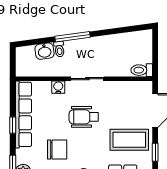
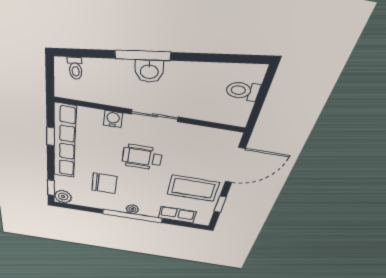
toilet: (59, 49) -> (75, 68), moved
washbasin: (45, 51) -> (149, 71), moved
toilet: (142, 70) -> (243, 91), moved
window: (13, 125) -> (50, 136), moved

